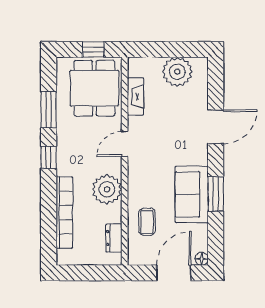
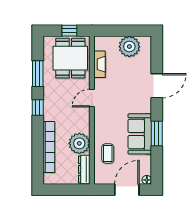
plant: (107, 189) -> (79, 143), moved
dresser: (114, 238) -> (84, 169), width x1.44

